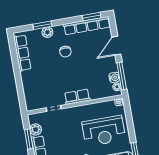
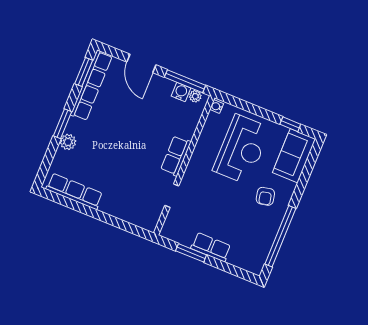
window: (42, 25) -> (62, 124), moved
chair: (65, 52) -> (108, 134), removed
plant: (36, 129) -> (184, 236), removed

